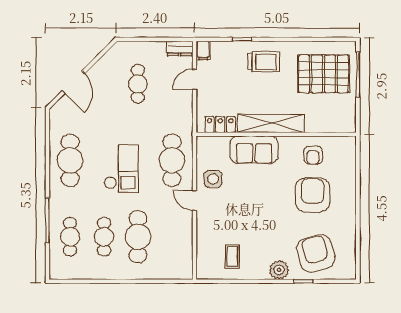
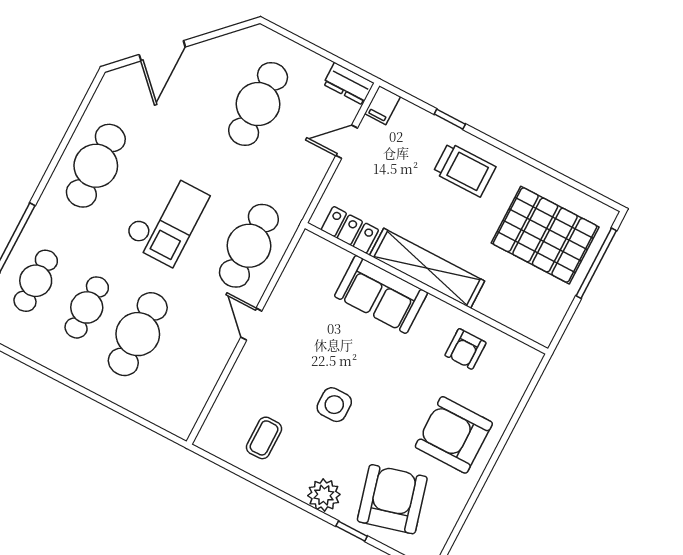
cafe table: (138, 84) -> (258, 104), width x1.37, depth x1.35
side table: (213, 179) -> (334, 405), moved
armchair: (313, 195) -> (454, 435), moved, turned -90

